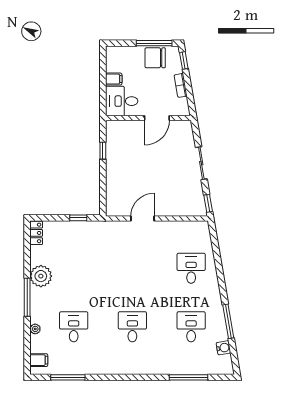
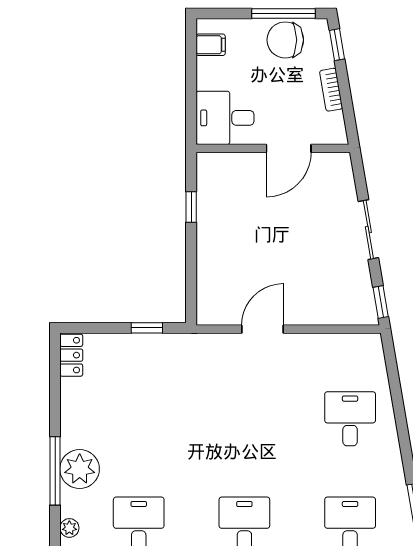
filing cabinet: (114, 79) -> (211, 45), moved
plant: (41, 276) -> (80, 469), moved

